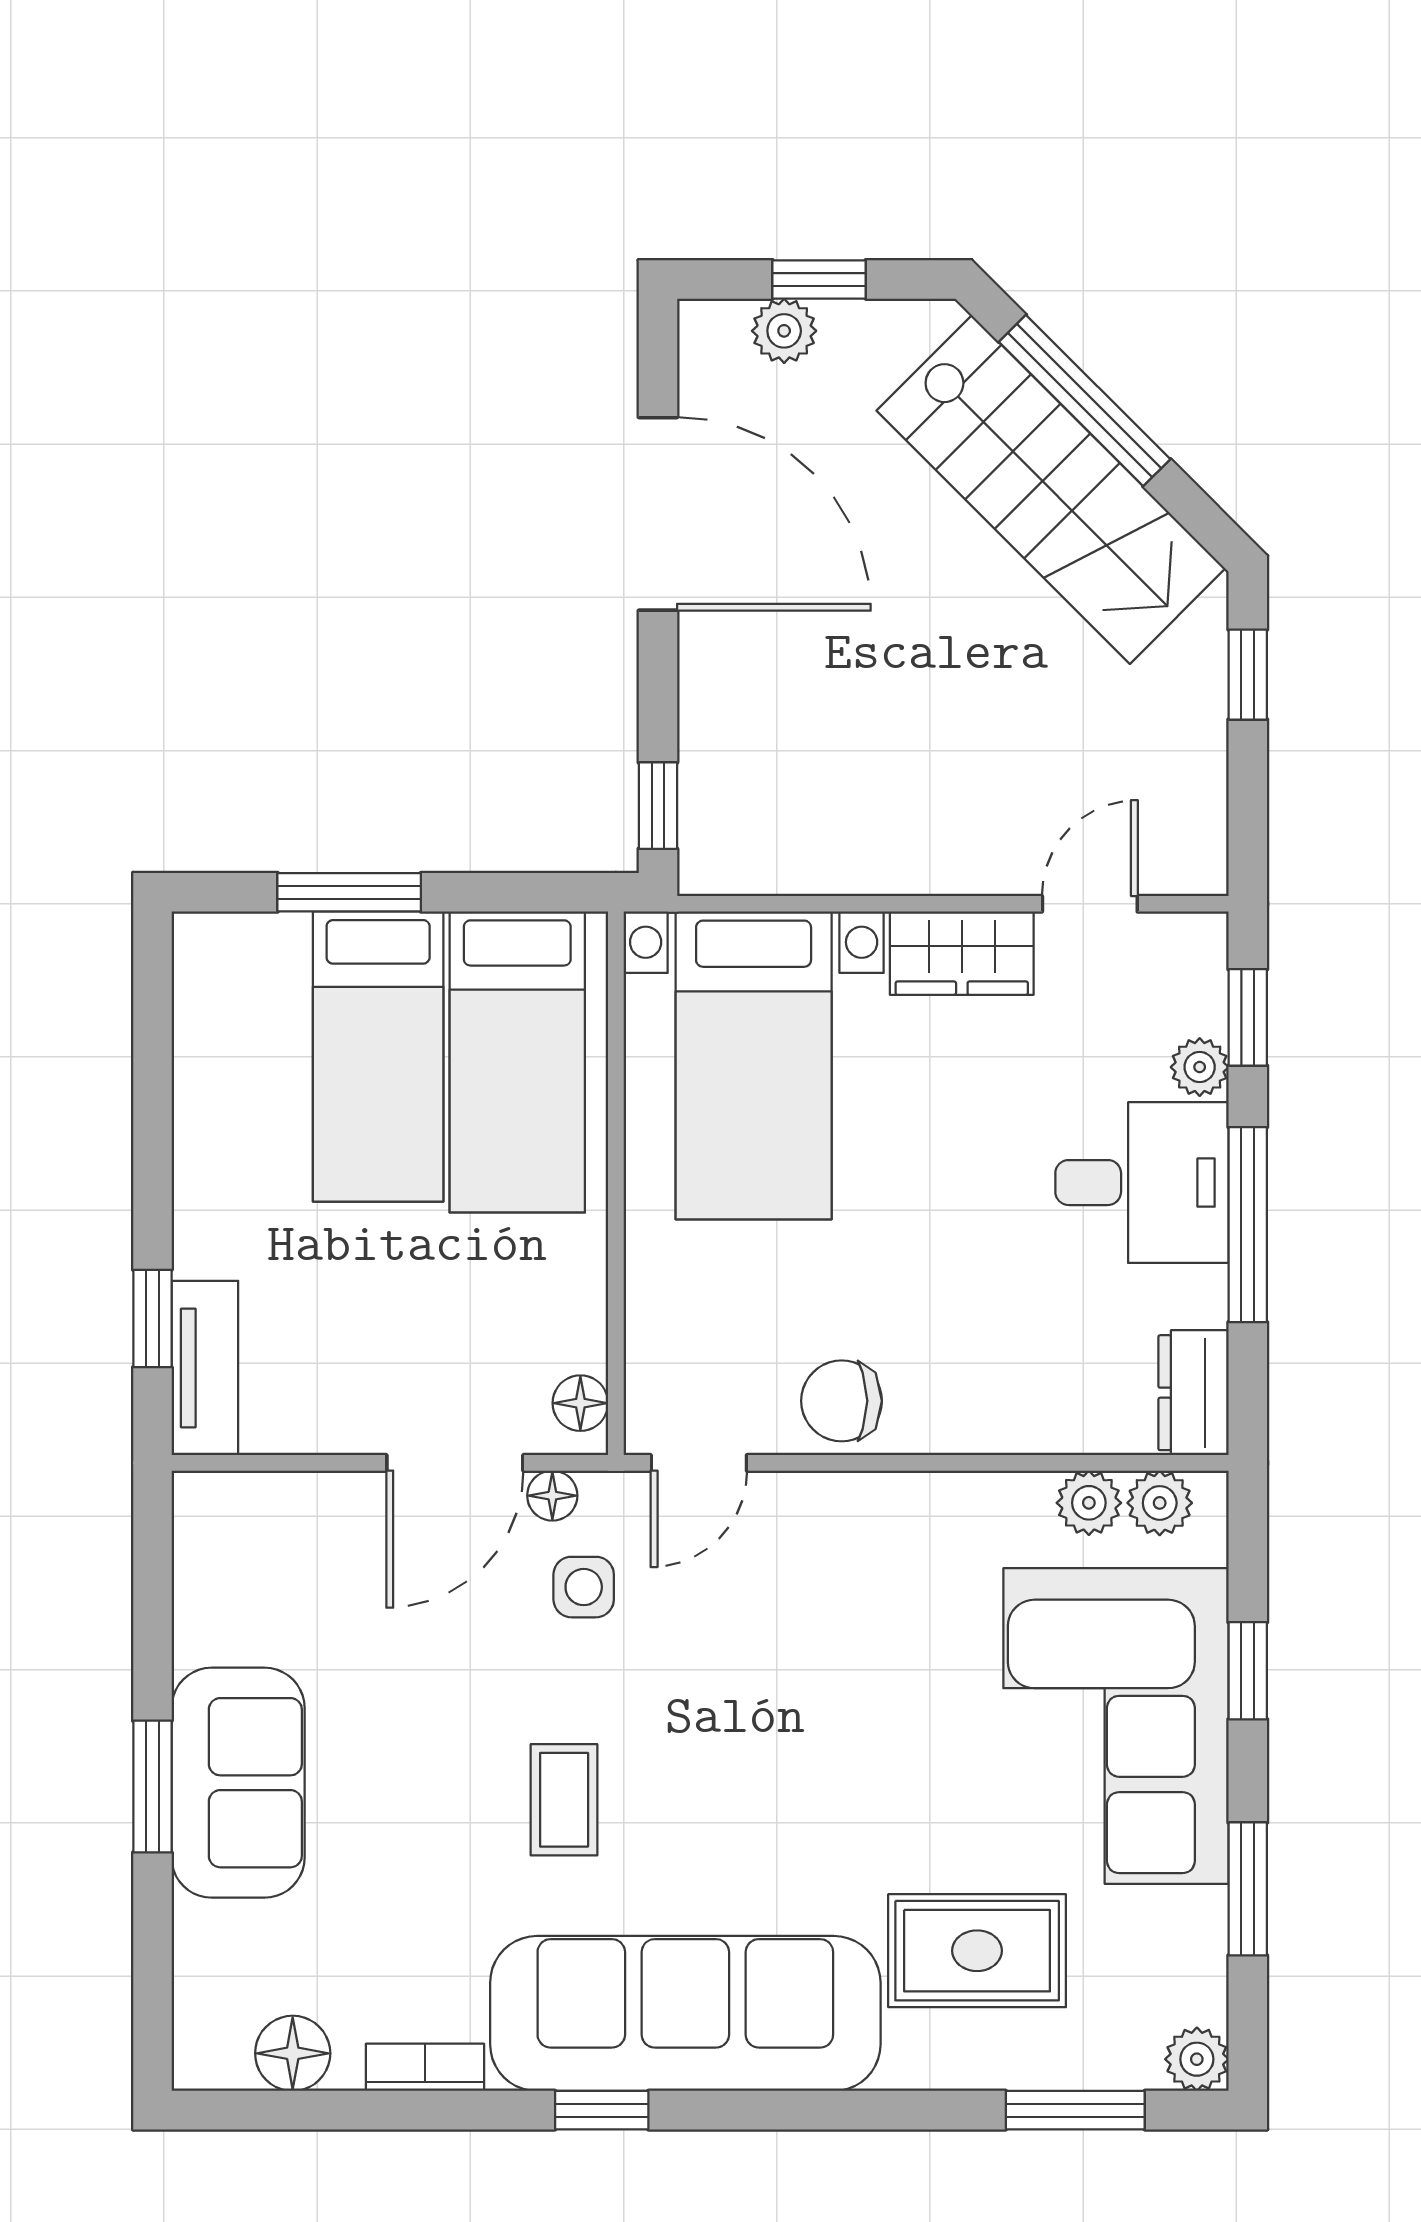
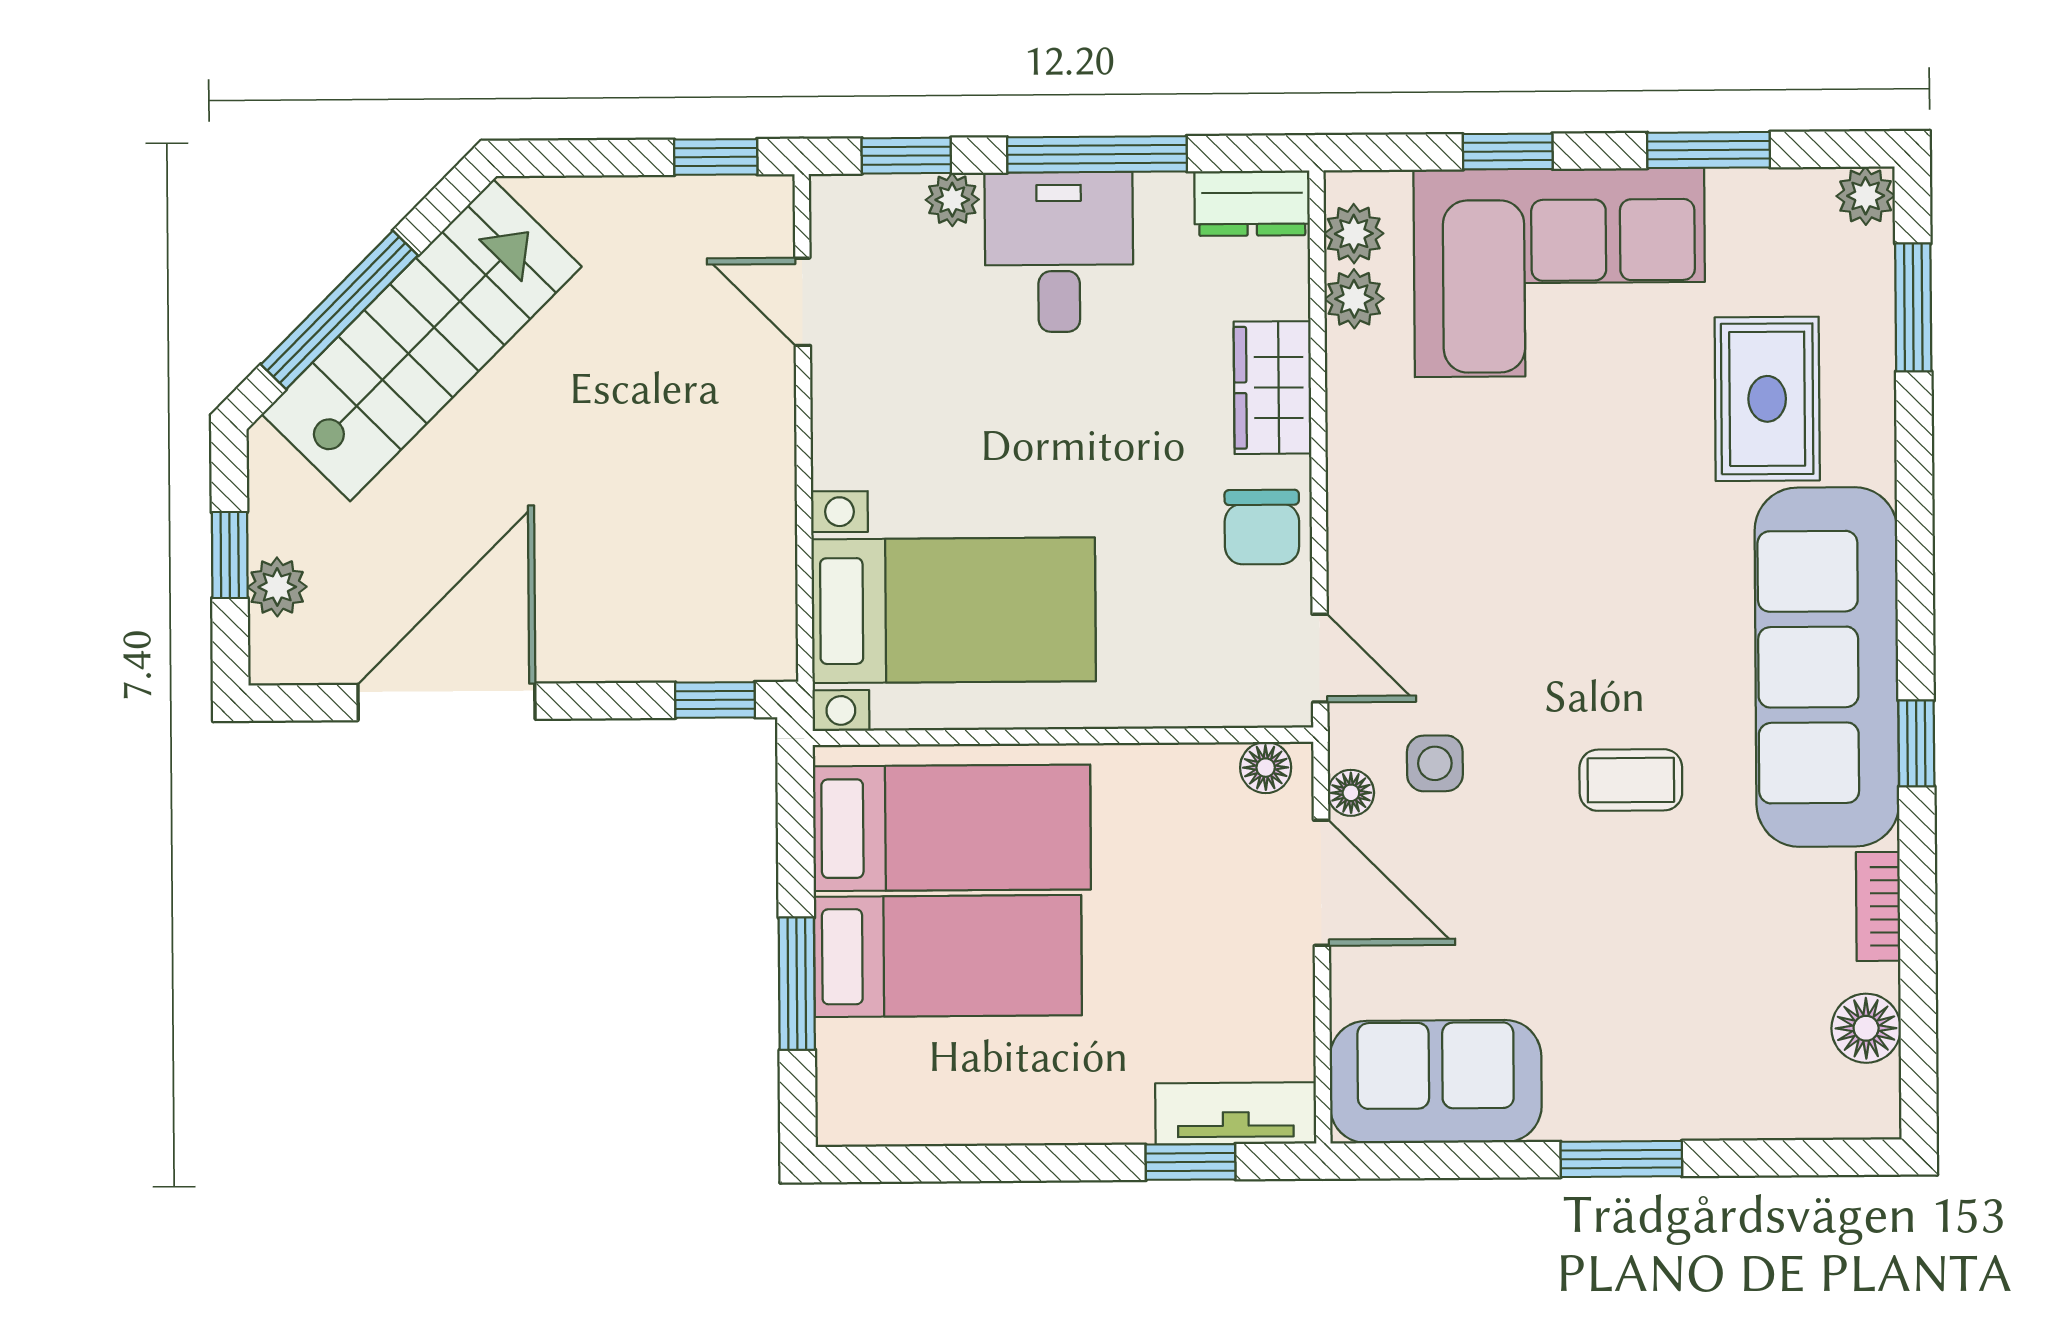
window: (1248, 675) -> (716, 157), moved
wardrobe: (962, 953) -> (1273, 388), moved, turned 180
sofa: (238, 1783) -> (1436, 1082), moved

